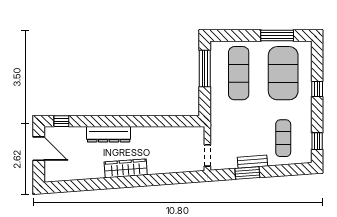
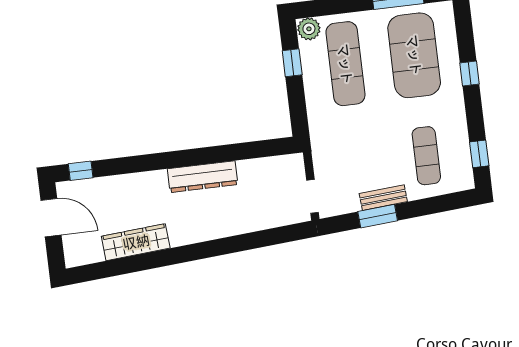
plant: (218, 48) -> (309, 29), added
window: (205, 69) -> (292, 63), width x0.46
dresser: (109, 134) -> (203, 177), moved
wardrobe: (126, 168) -> (136, 242), moved

